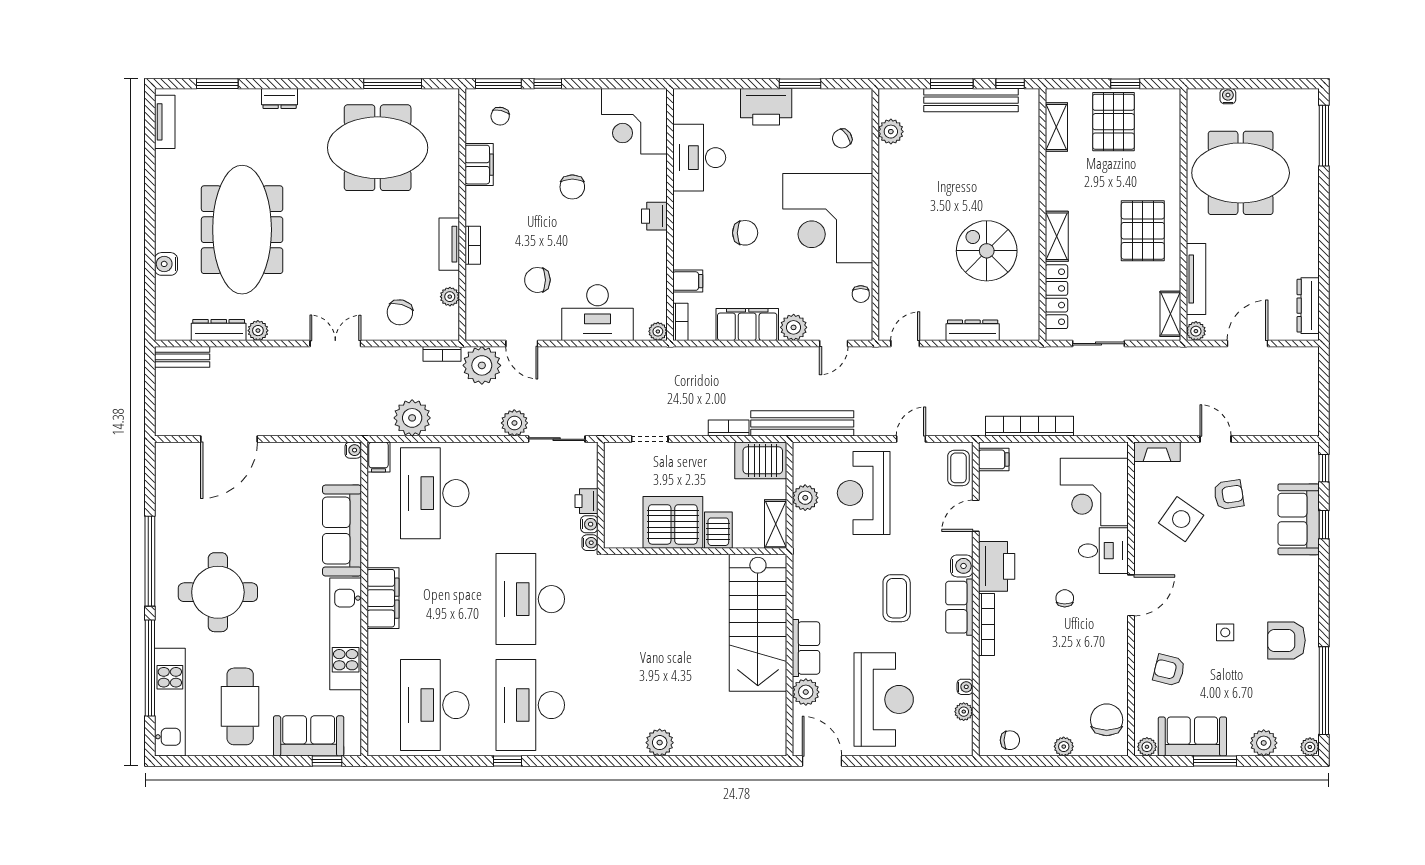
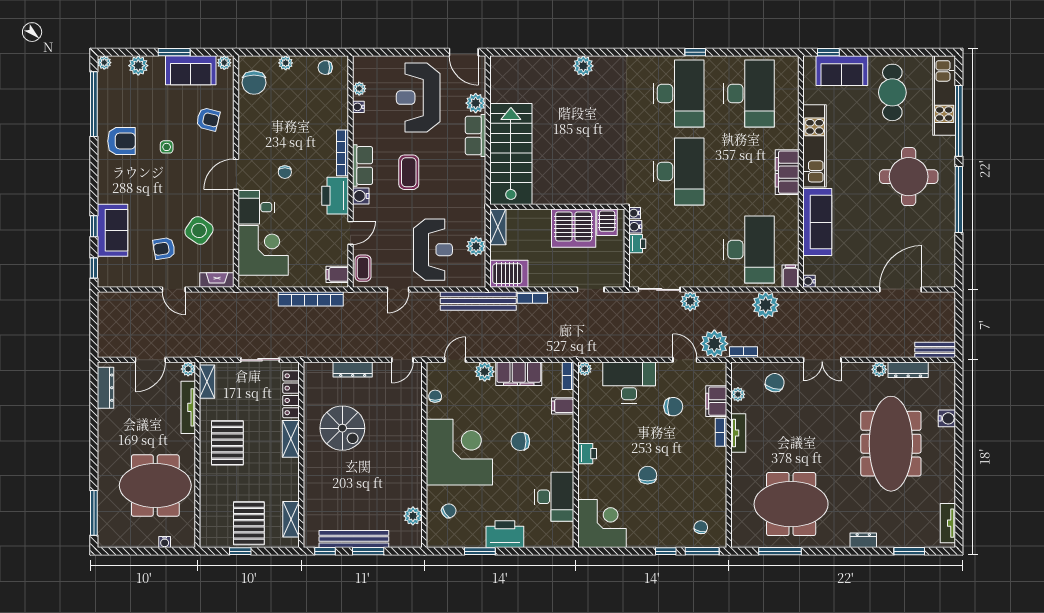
filing cabinet: (479, 165) -> (716, 401), moved
server rack: (718, 530) -> (607, 222), moved

